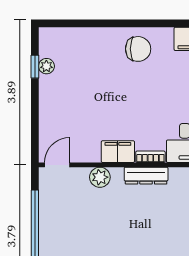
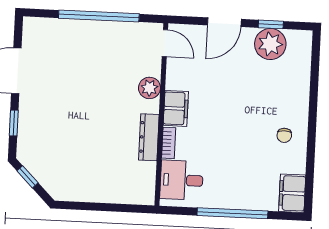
chair: (138, 49) -> (284, 135), width x0.54, depth x0.54
plant: (46, 66) -> (270, 44), width x1.87, depth x1.87
door: (35, 110) -> (224, 22), added

